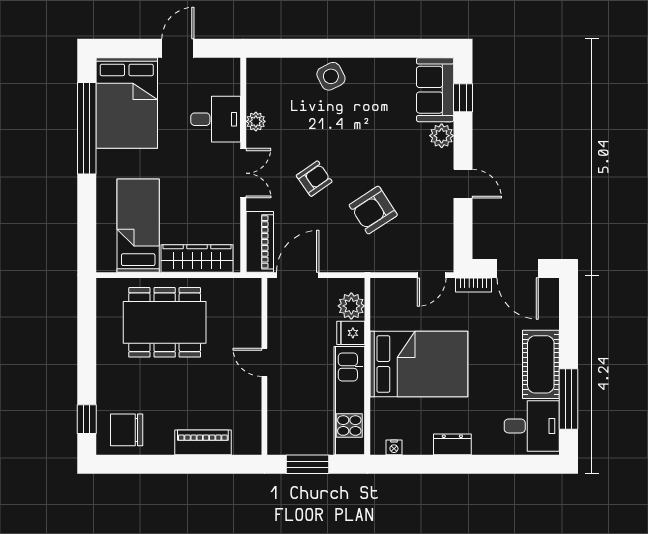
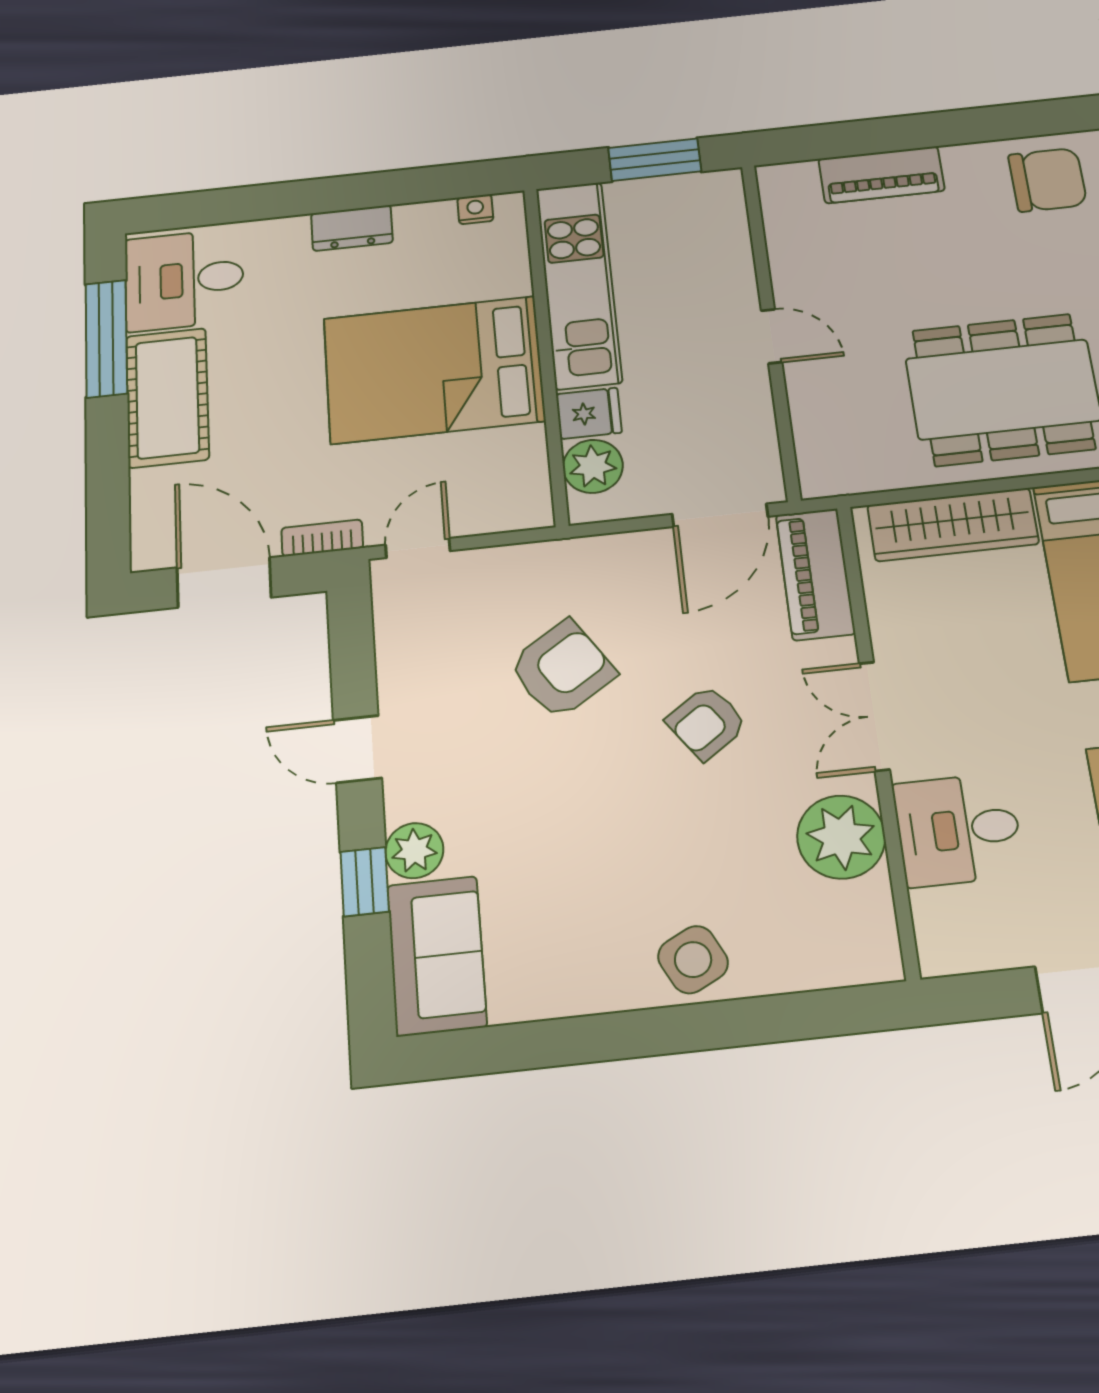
window: (463, 98) -> (365, 882), moved
plant: (256, 121) -> (841, 837), width x1.88, depth x1.88

